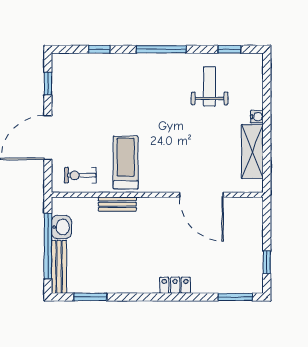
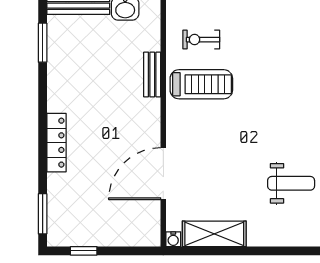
water cooler: (257, 117) -> (173, 239), moved
exercise bike: (80, 175) -> (201, 40), moved, turned -90
locker: (175, 285) -> (57, 143), width x1.53

